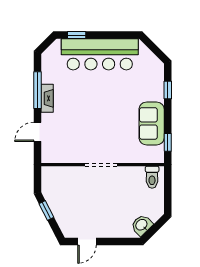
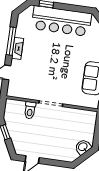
toilet: (152, 177) -> (30, 110), moved
washbasin: (142, 225) -> (83, 147), moved

